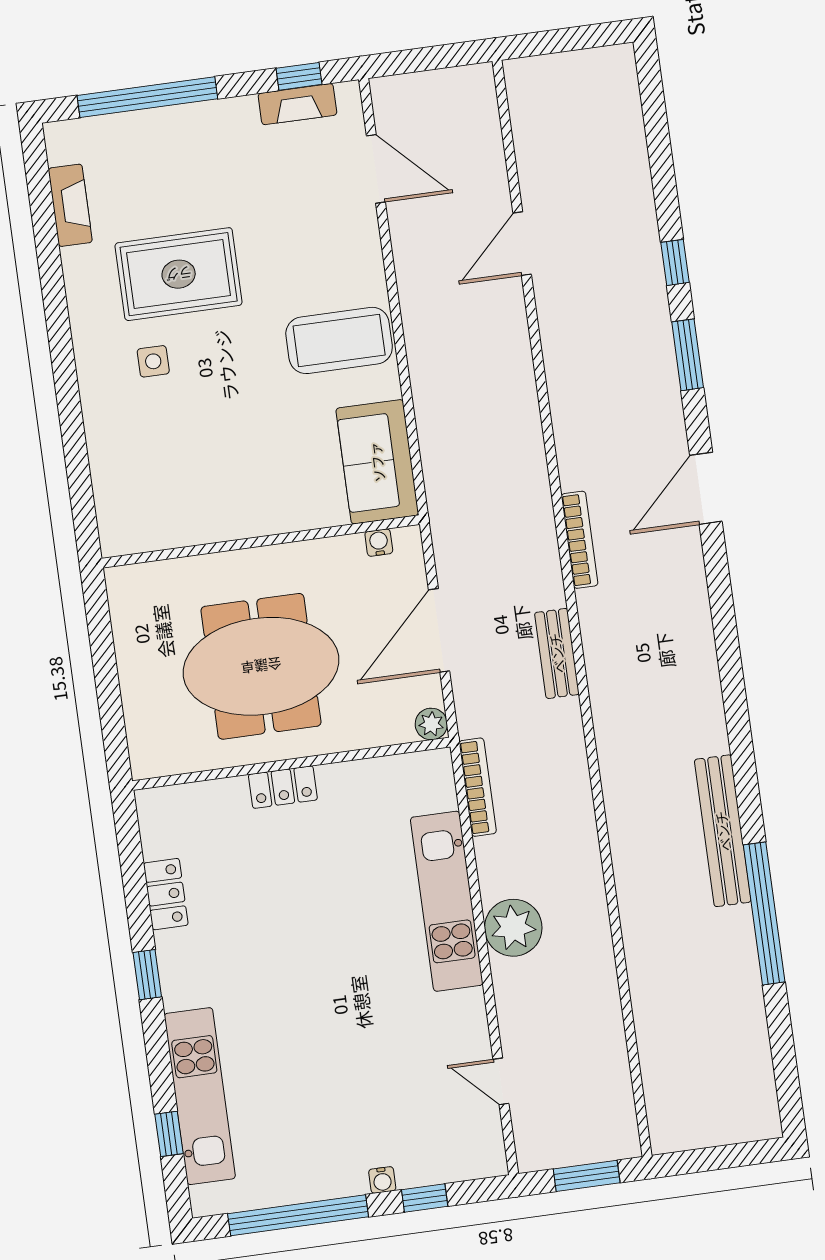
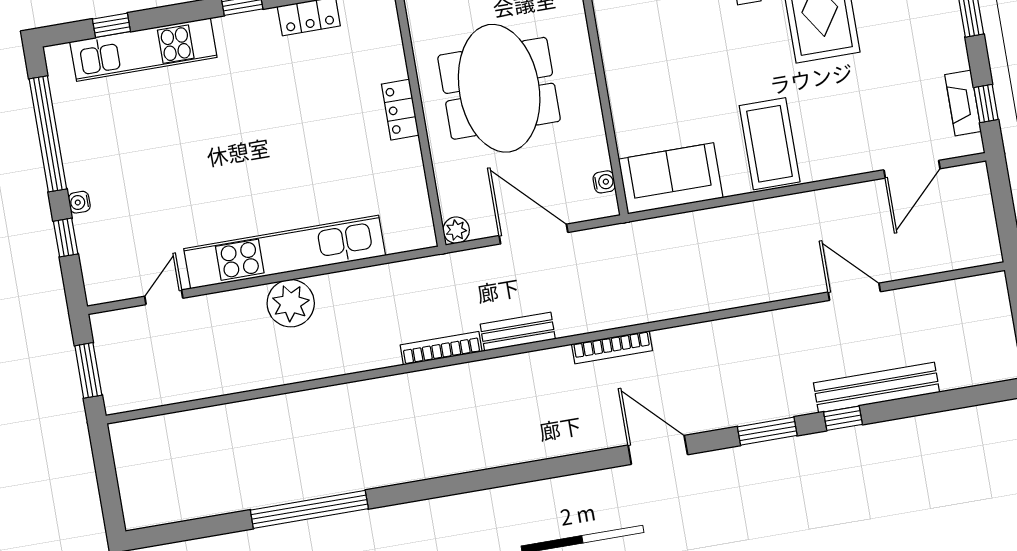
bookcase: (478, 787) -> (441, 348), moved, turned 180
bench: (723, 831) -> (877, 388), moved
kitchen unit: (447, 901) -> (285, 252), width x1.36

